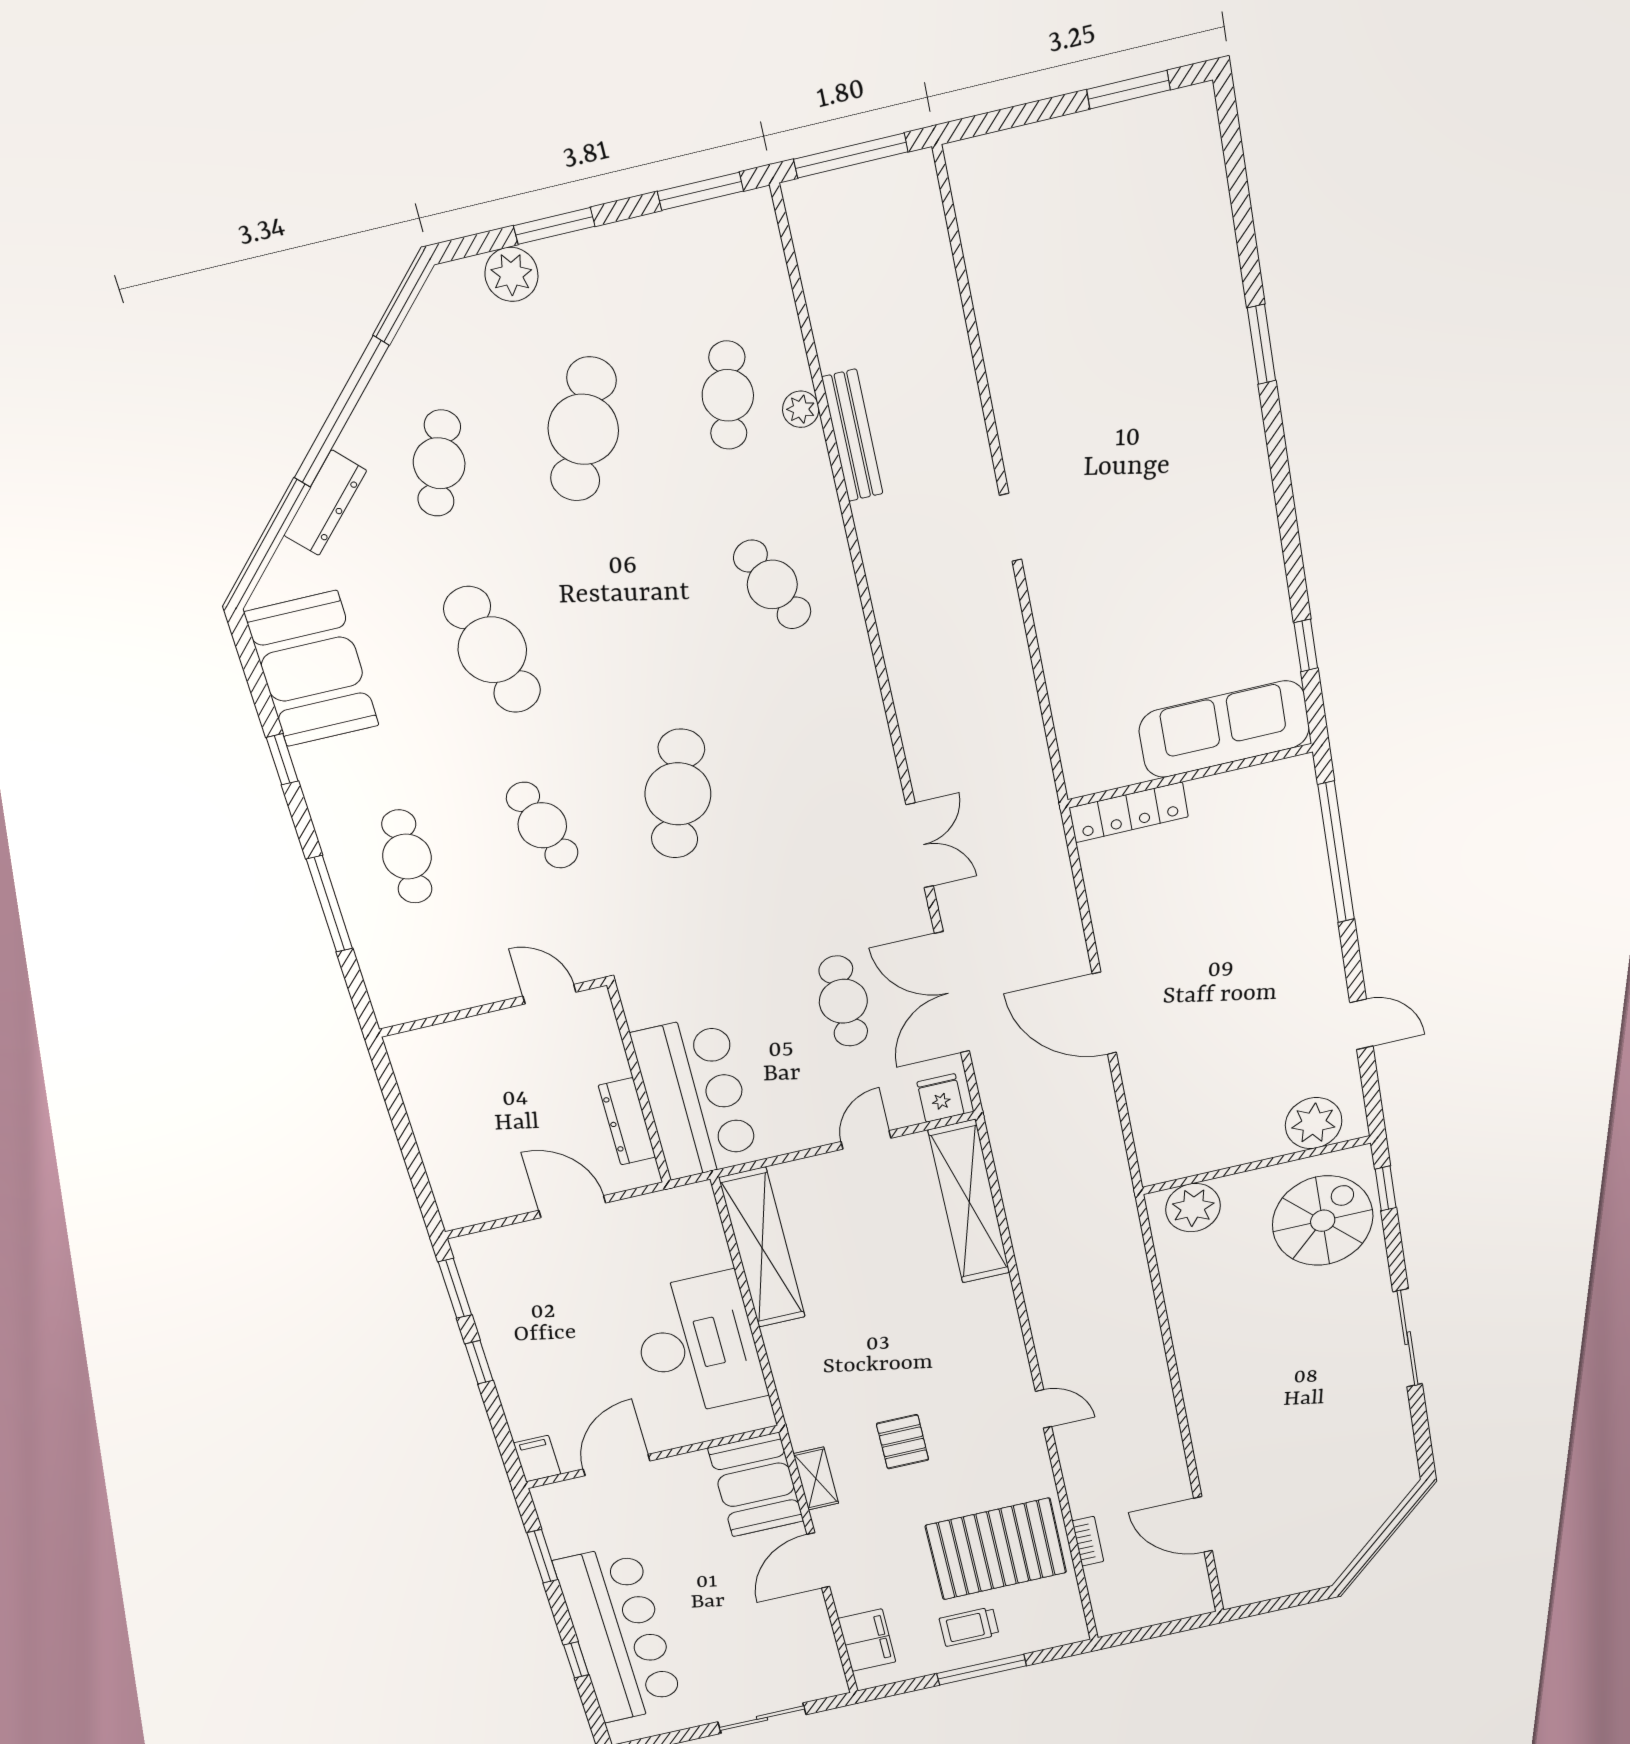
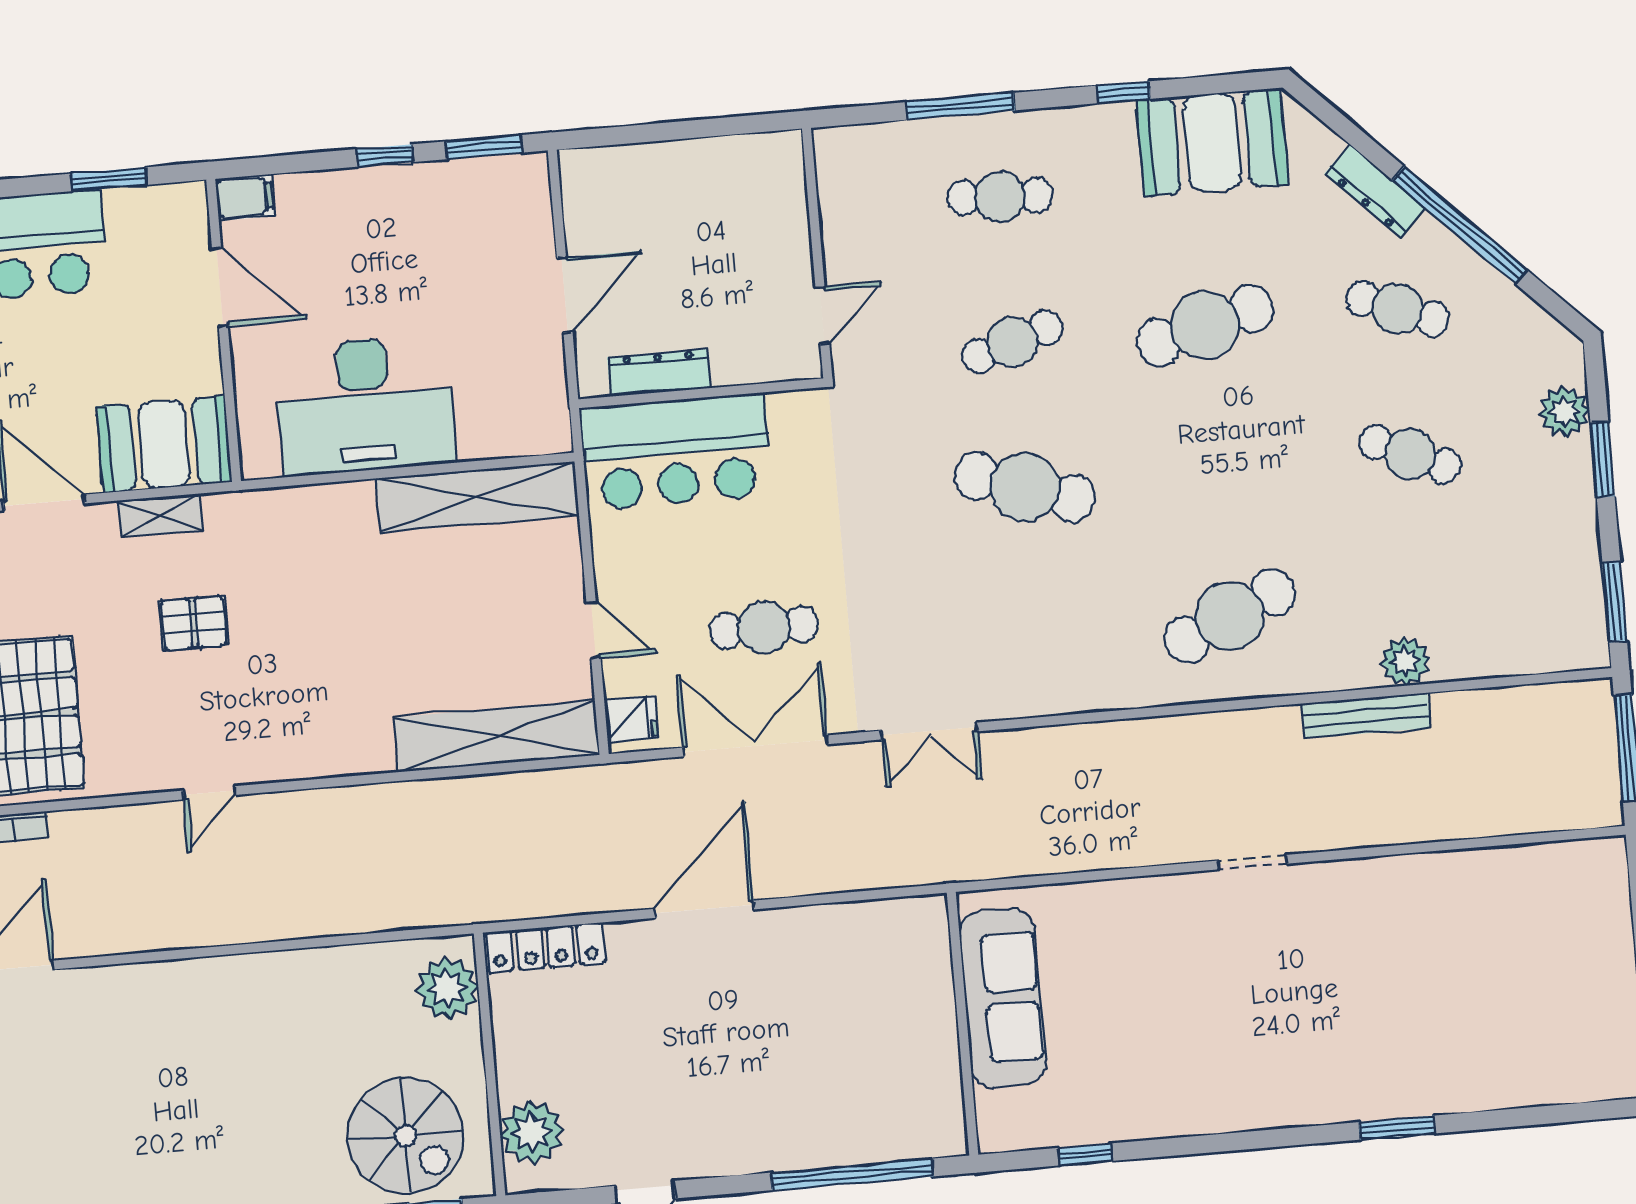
cafe table: (728, 395) -> (1422, 599), removed
plant: (801, 409) -> (1405, 661), width x1.38, depth x1.38
cafe table: (583, 429) -> (1410, 454), width x0.73, depth x0.74
cafe table: (772, 585) -> (1230, 616), width x1.37, depth x1.35
sofa: (1224, 729) -> (1002, 998), moved
locker: (1129, 812) -> (545, 948), moved, turned -90

